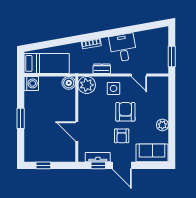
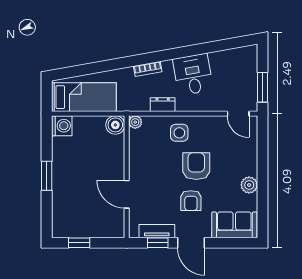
door: (139, 75) -> (238, 114), moved
plant: (87, 85) -> (135, 122), width x0.53, depth x0.53

